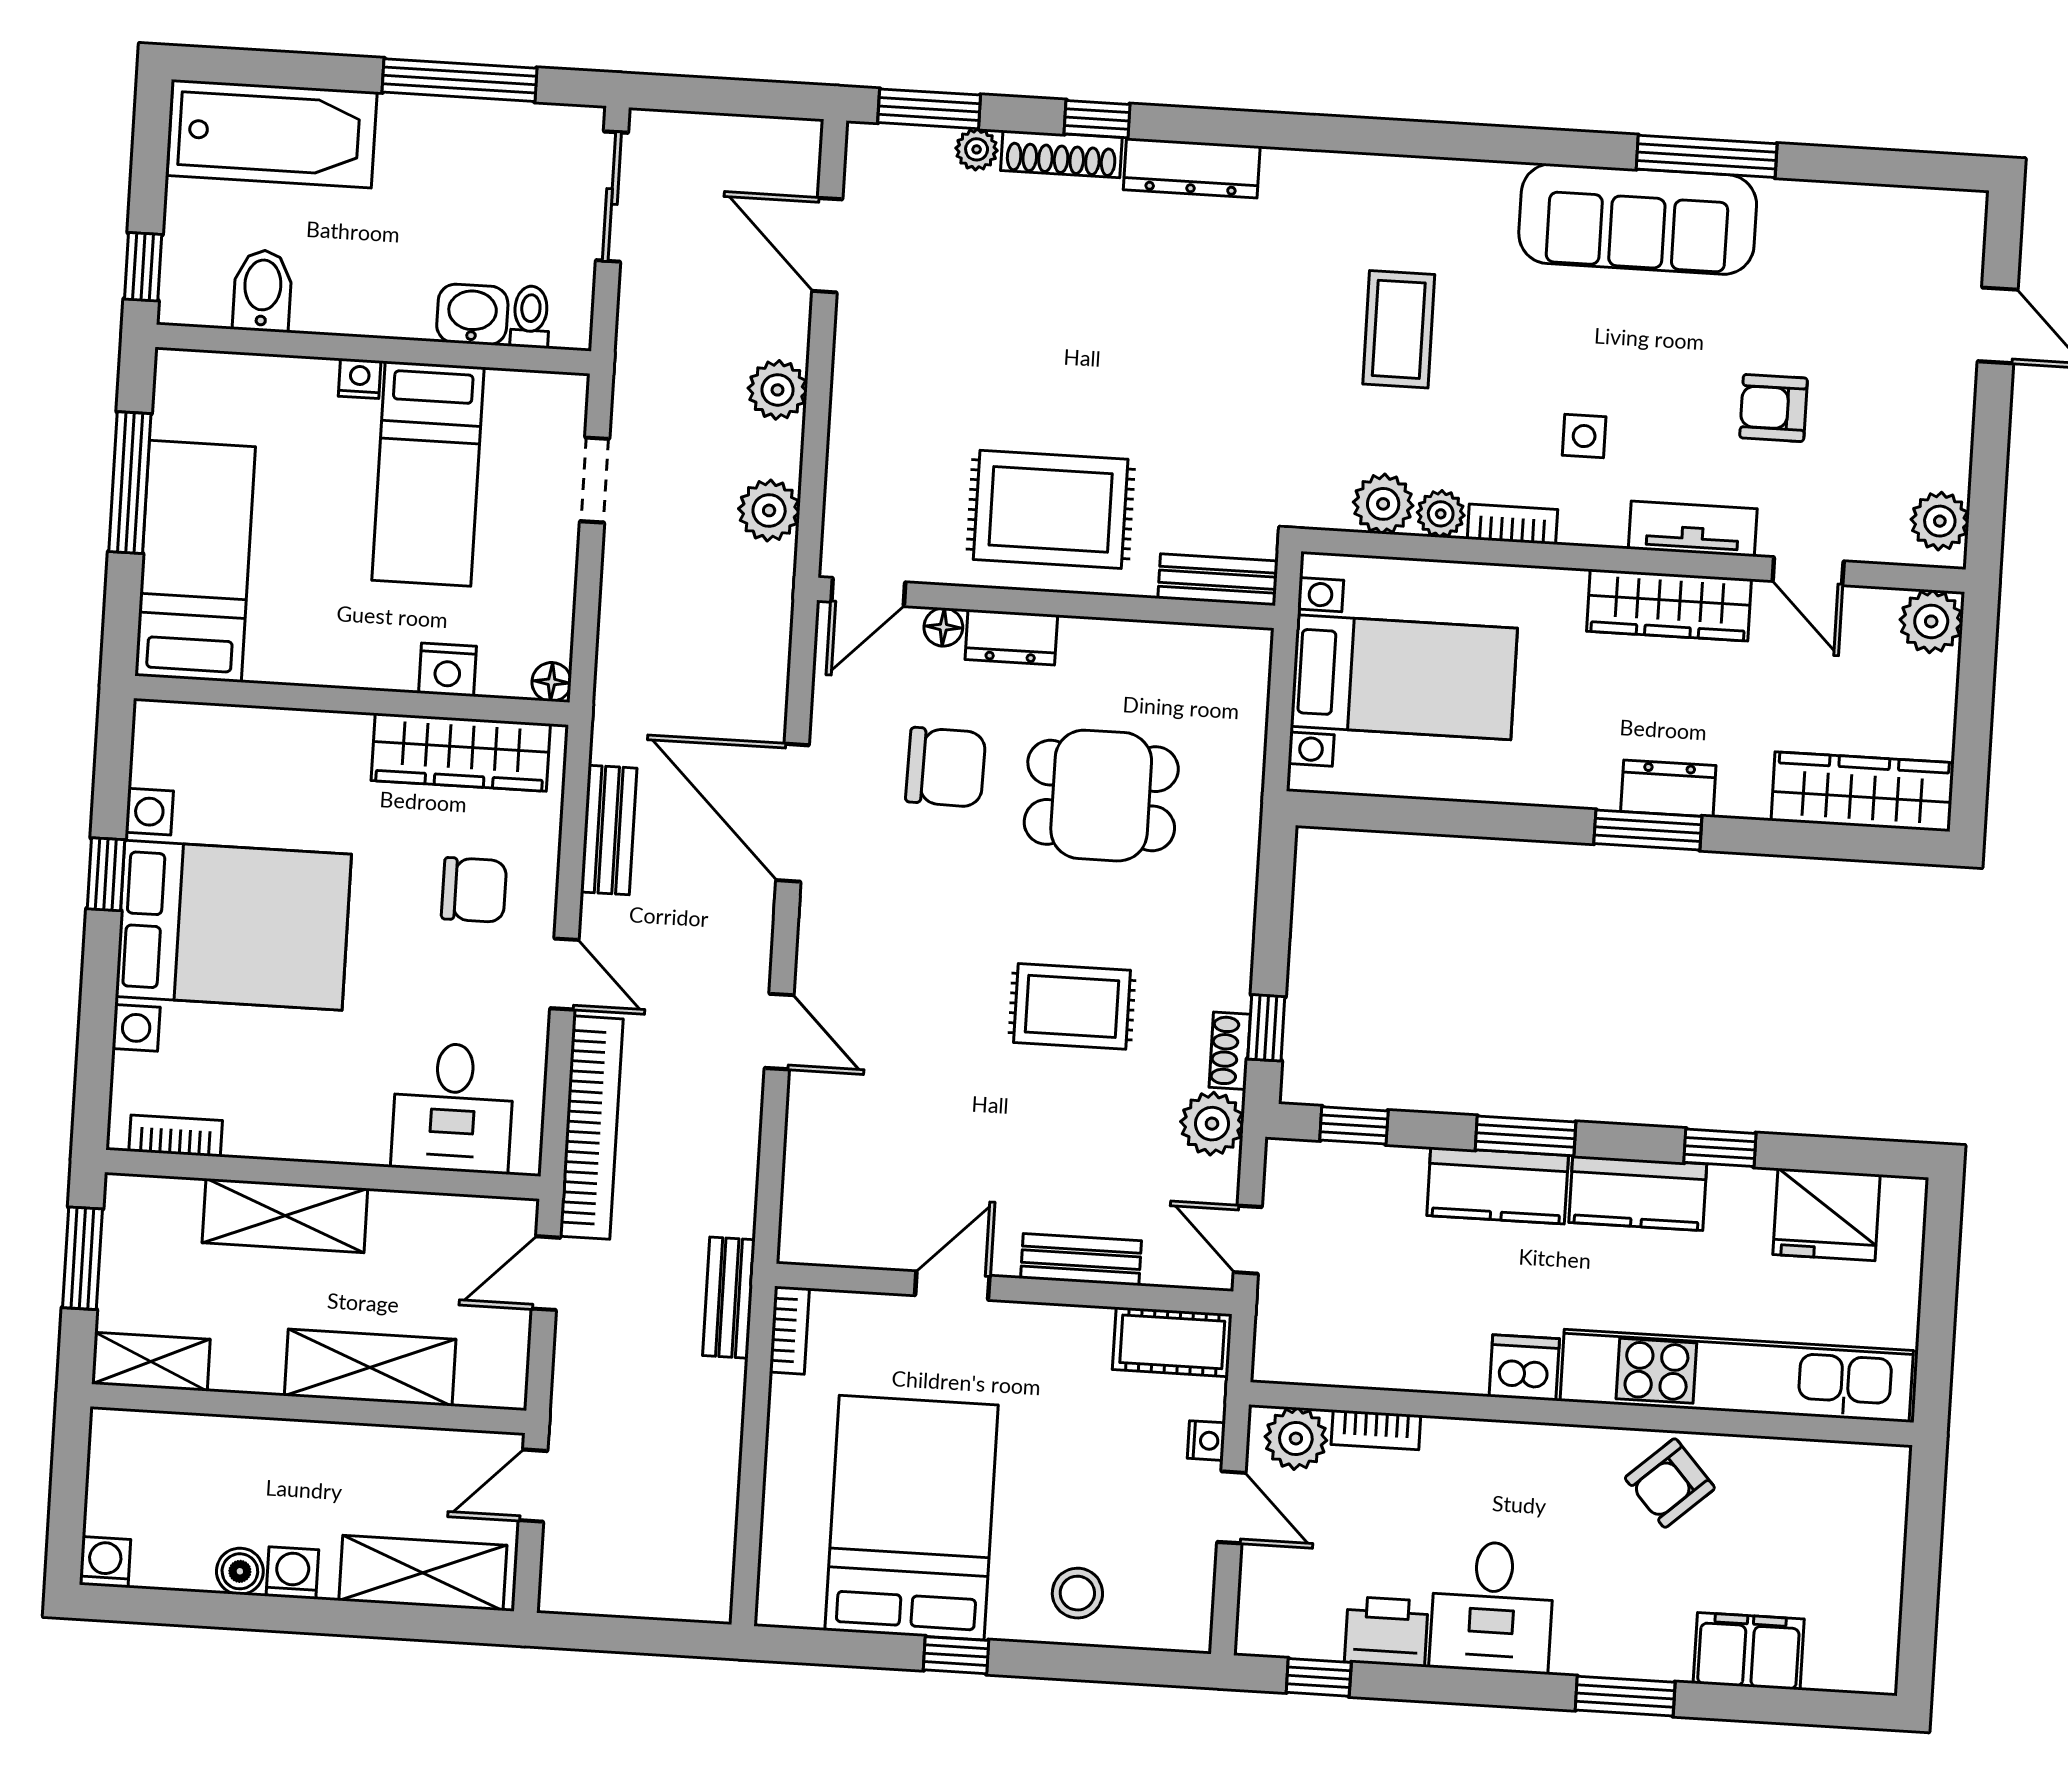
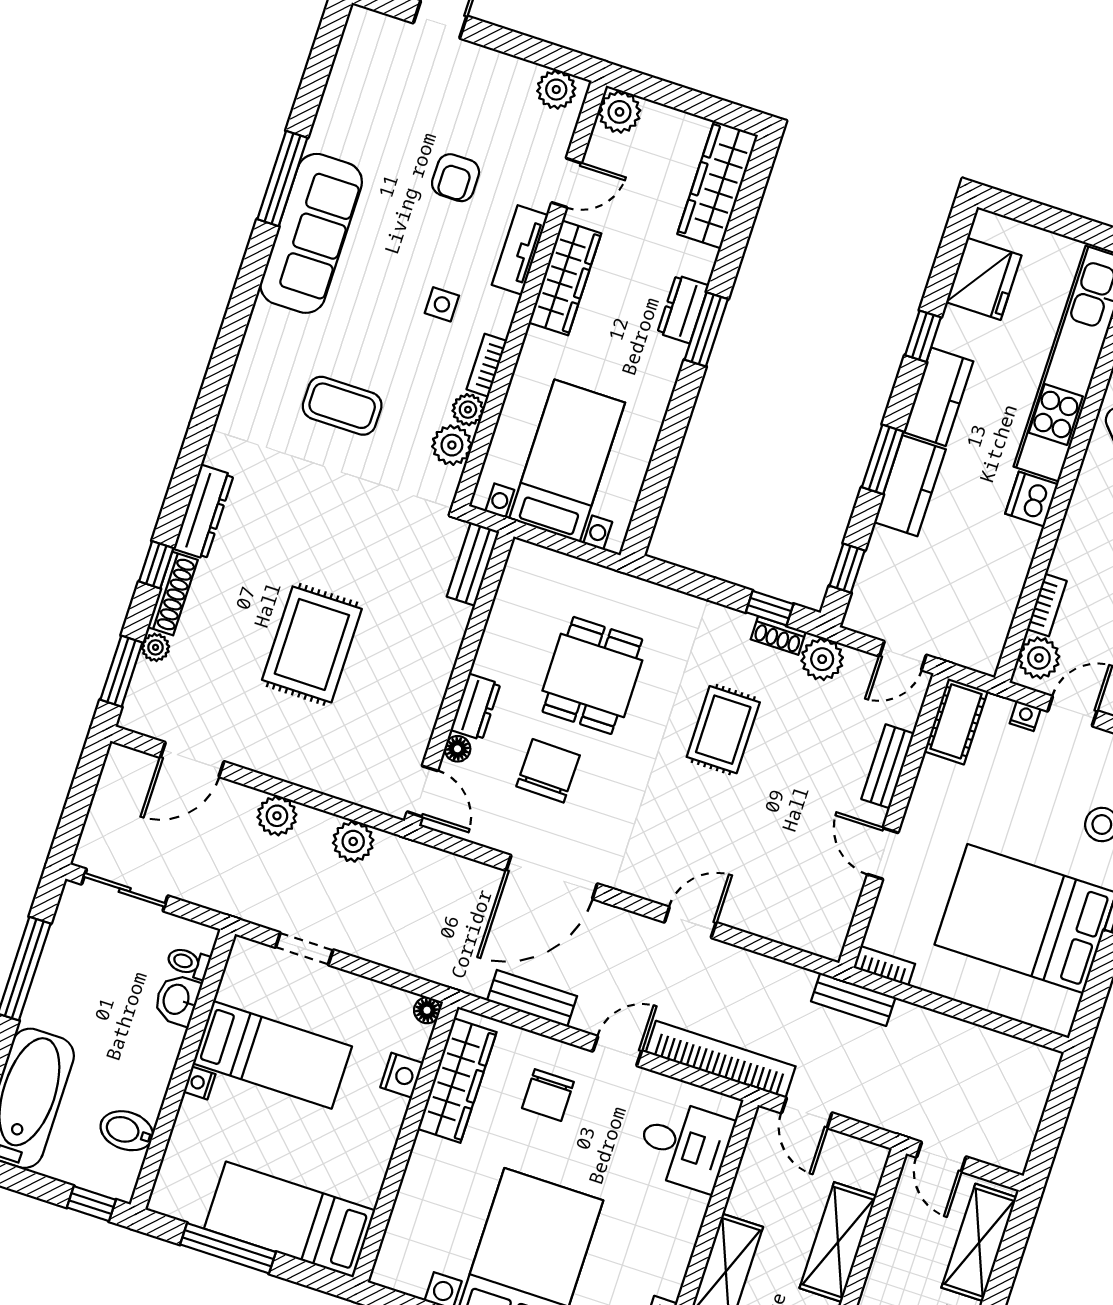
rug: (1051, 509) -> (312, 644), moved
chair: (474, 890) -> (548, 1095), turned 180

